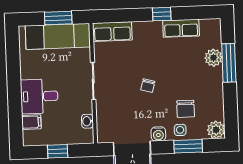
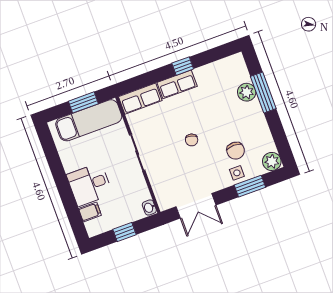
row of seats: (181, 28) -> (177, 84), moved
washbasin: (87, 121) -> (149, 207), moved
water cooler: (158, 134) -> (217, 184), removed

